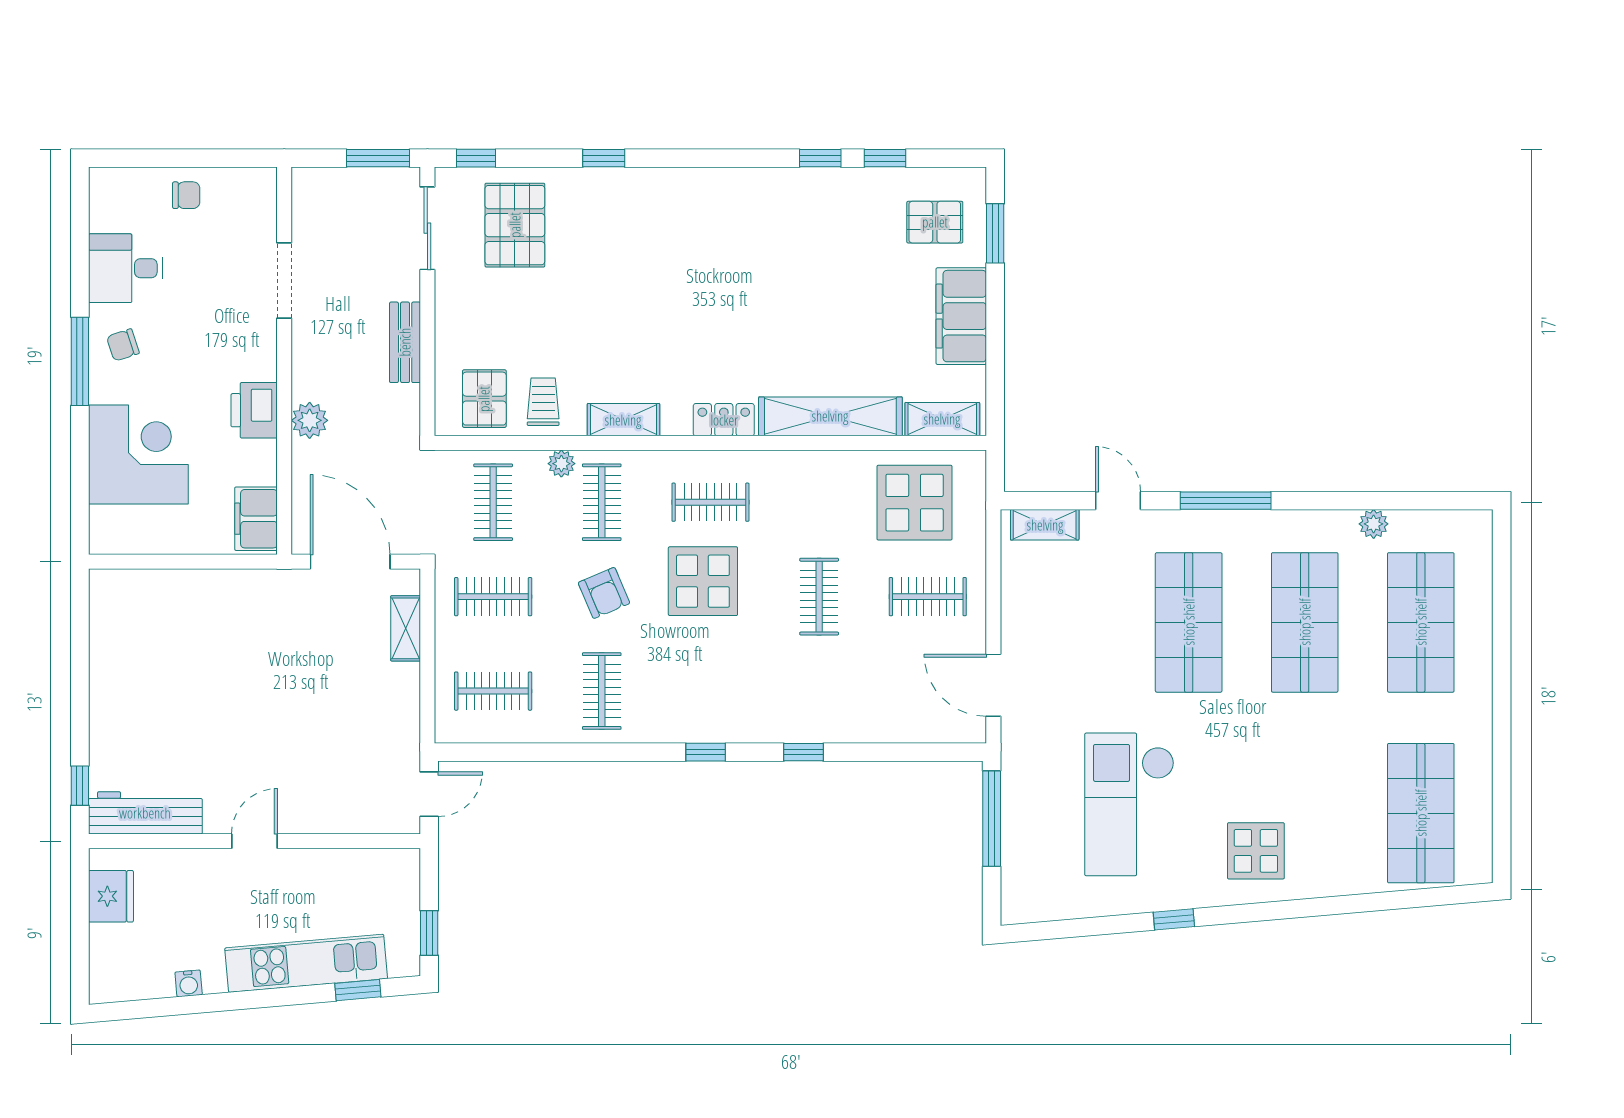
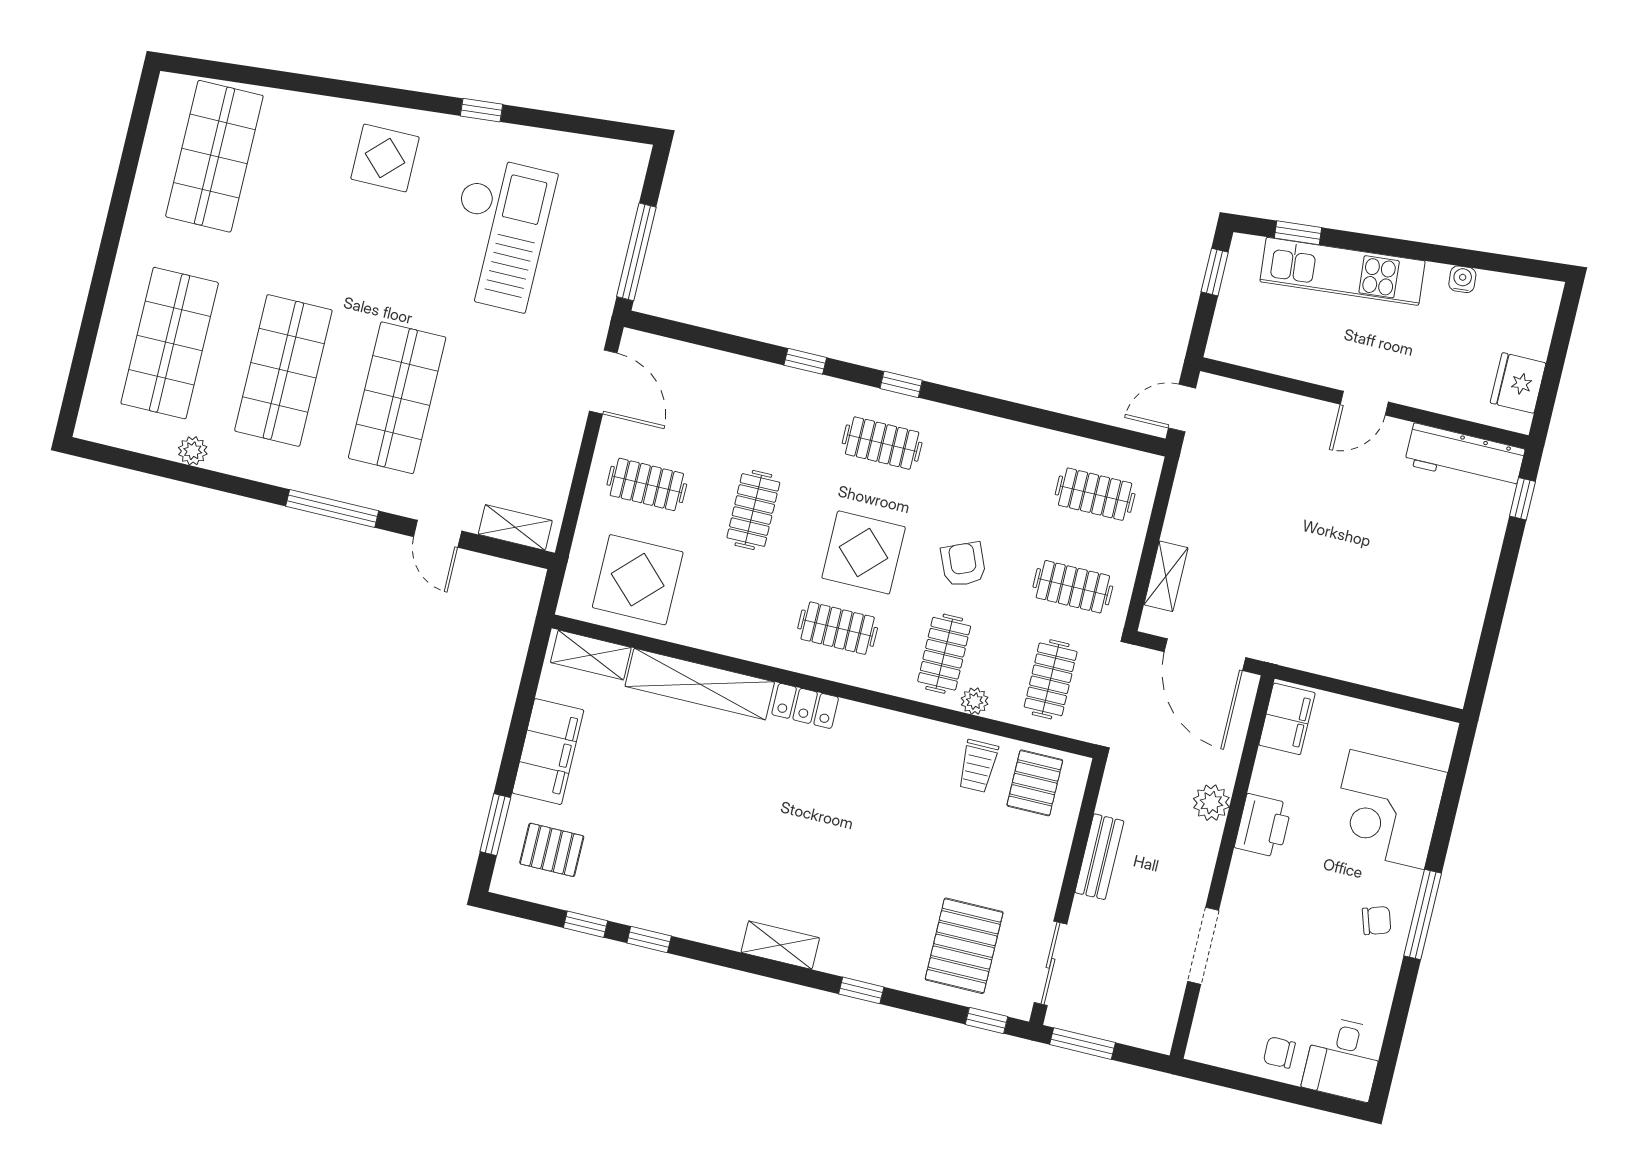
desk: (126, 268) -> (1343, 1059), moved, turned 90
shelving: (623, 420) -> (780, 945), moved
clothes rail: (602, 691) -> (882, 443), moved, turned 90

